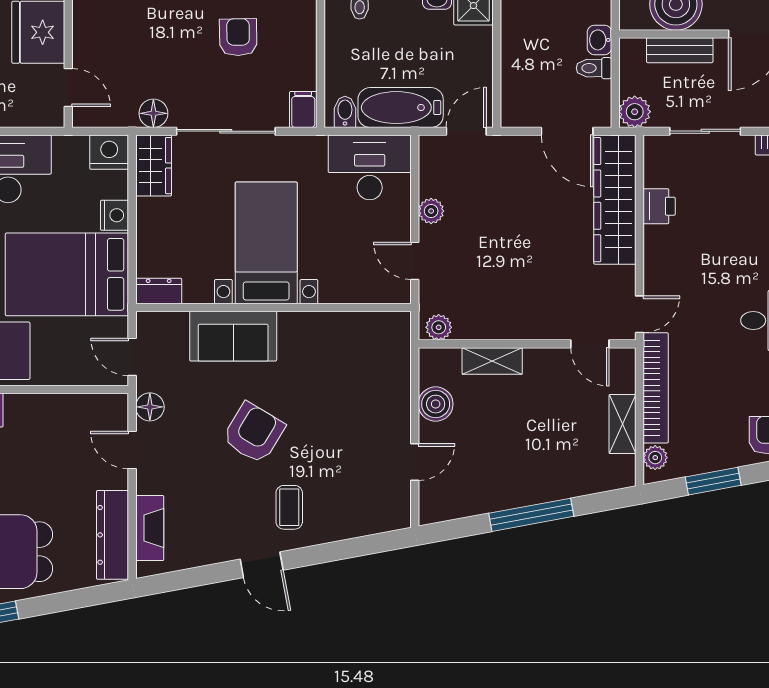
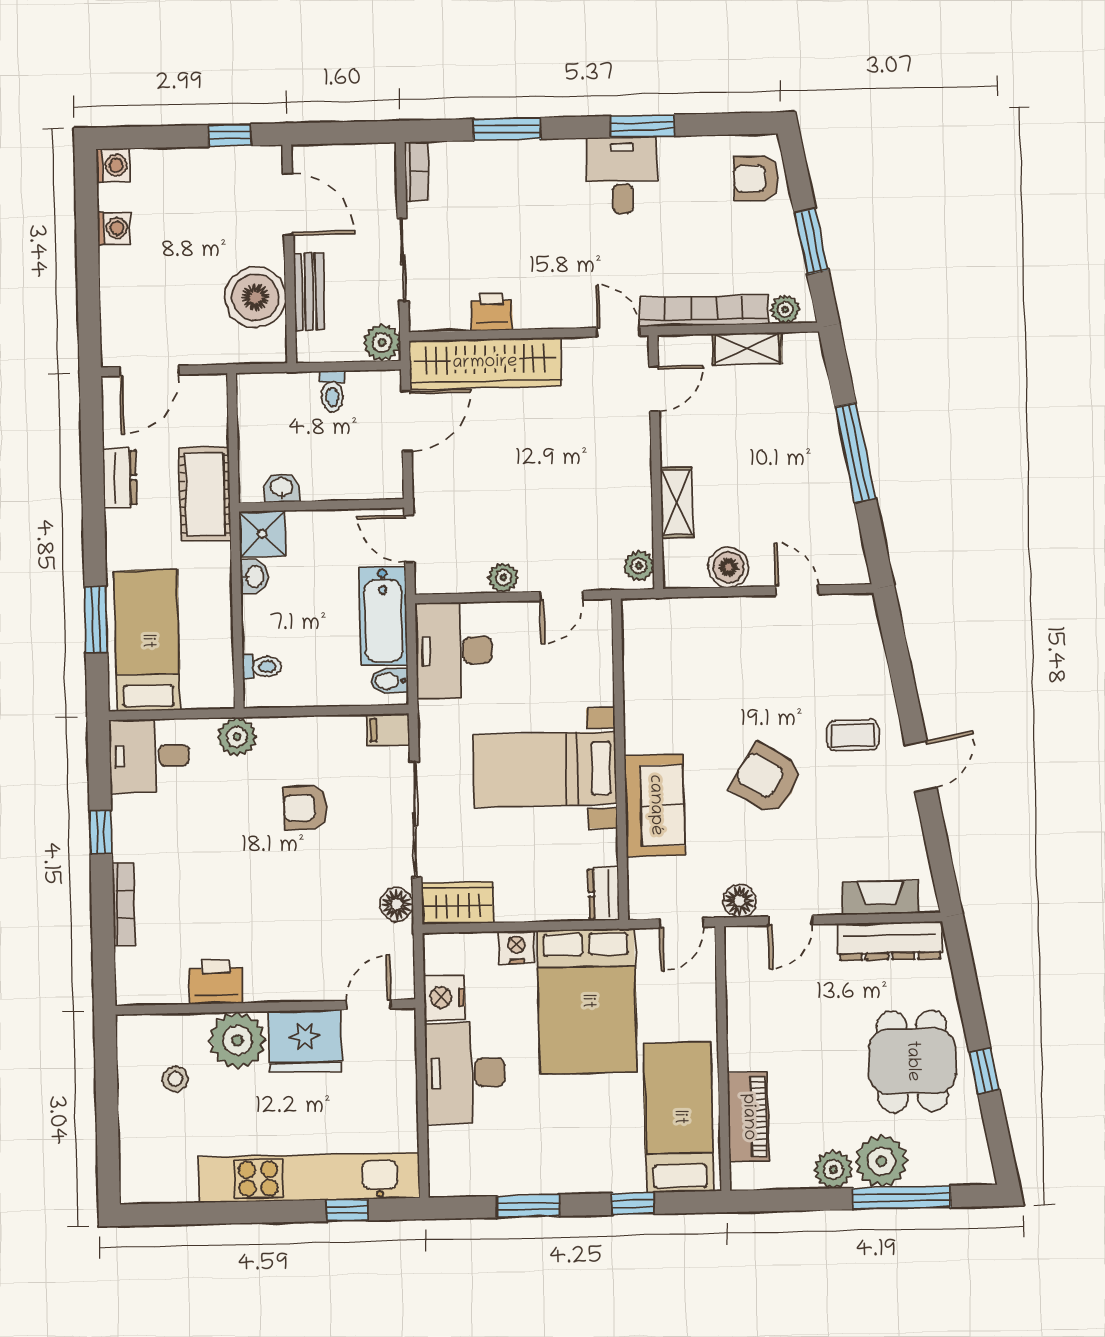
washbasin: (599, 40) -> (282, 488), moved, turned 180
nightstand: (109, 152) -> (444, 997), moved

